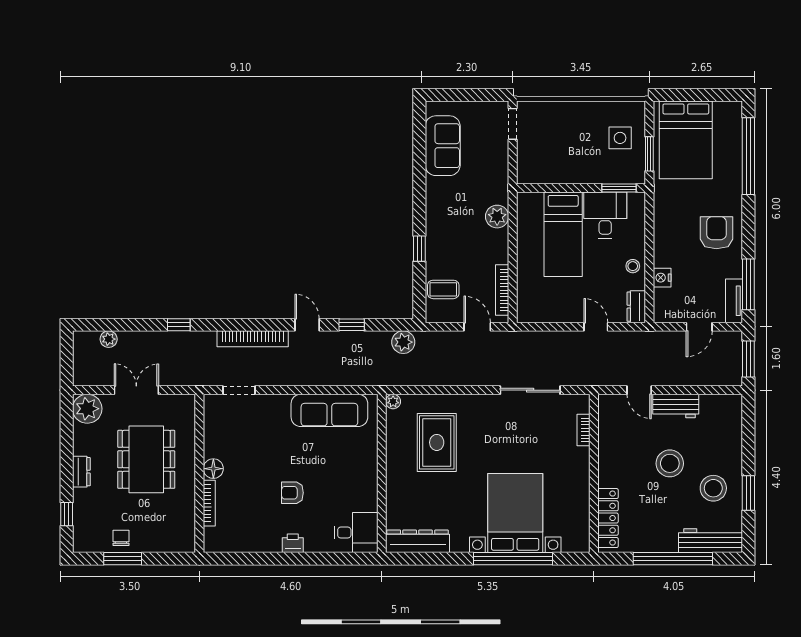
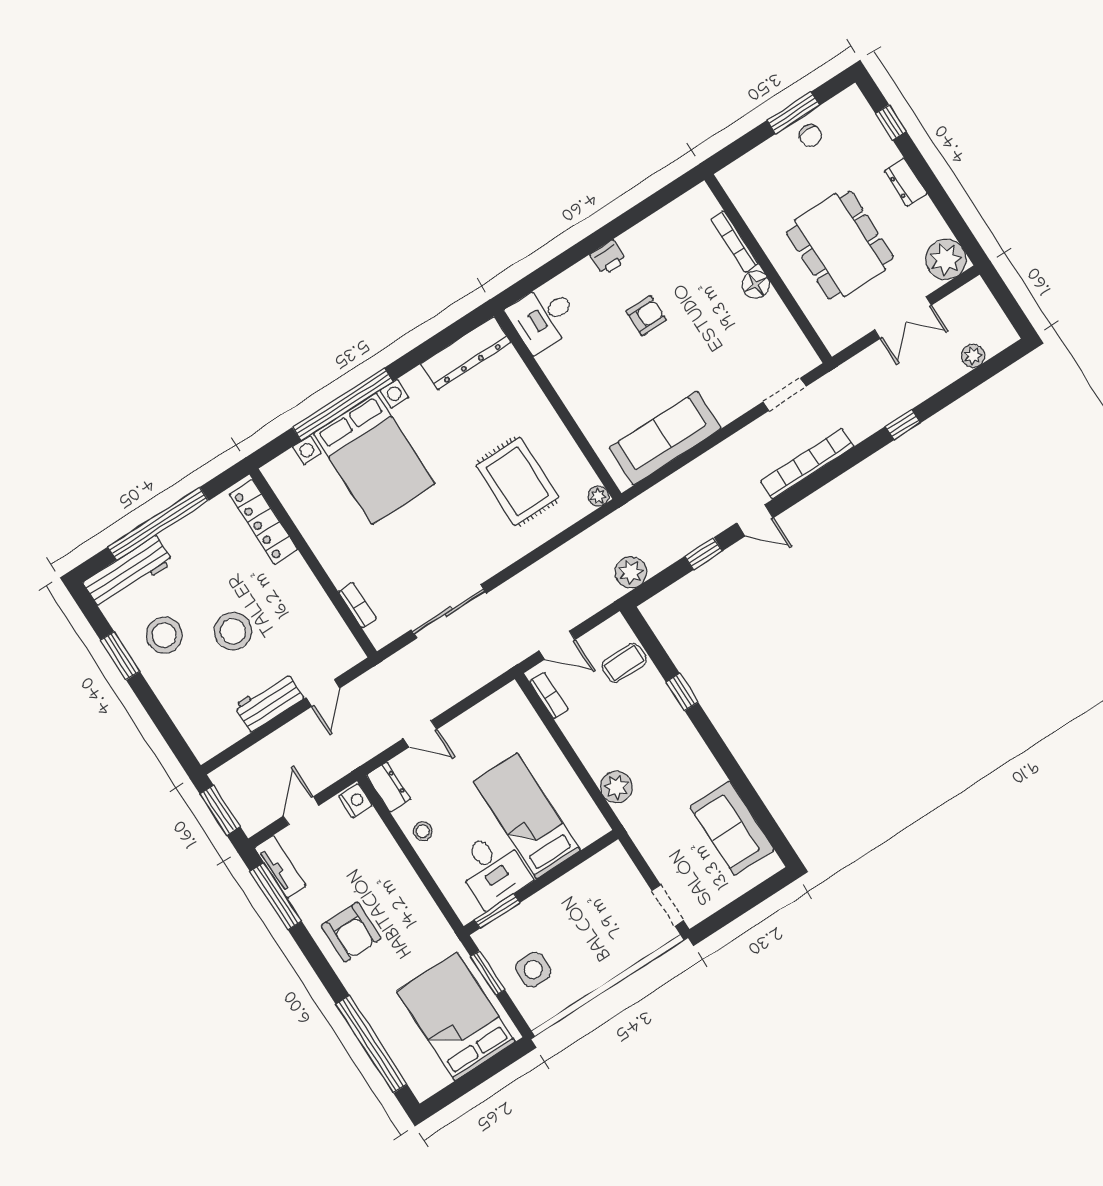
nightstand: (662, 278) -> (355, 801), moved
bookcase: (502, 290) -> (549, 696), width x0.64
door: (639, 390) -> (323, 693), swing flipped

